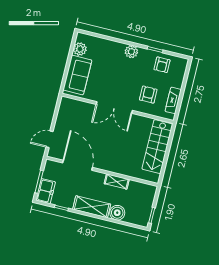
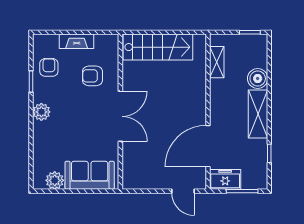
armchair: (162, 65) -> (49, 67), turned -90
fireplace: (173, 100) -> (77, 41), moved
shelving: (117, 181) -> (217, 62), moved
freezer: (46, 191) -> (225, 179), moved

